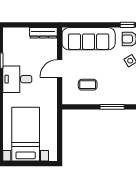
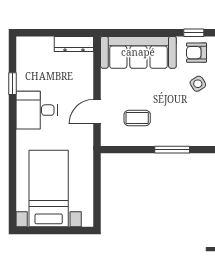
door: (60, 68) -> (97, 112), moved

